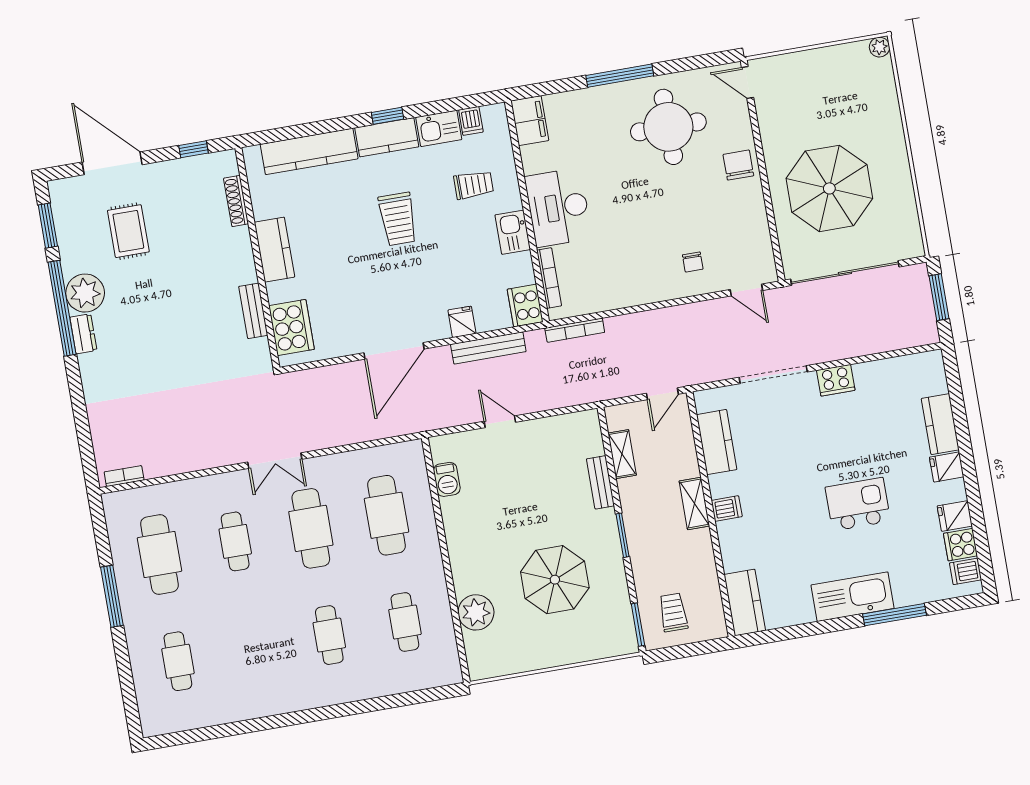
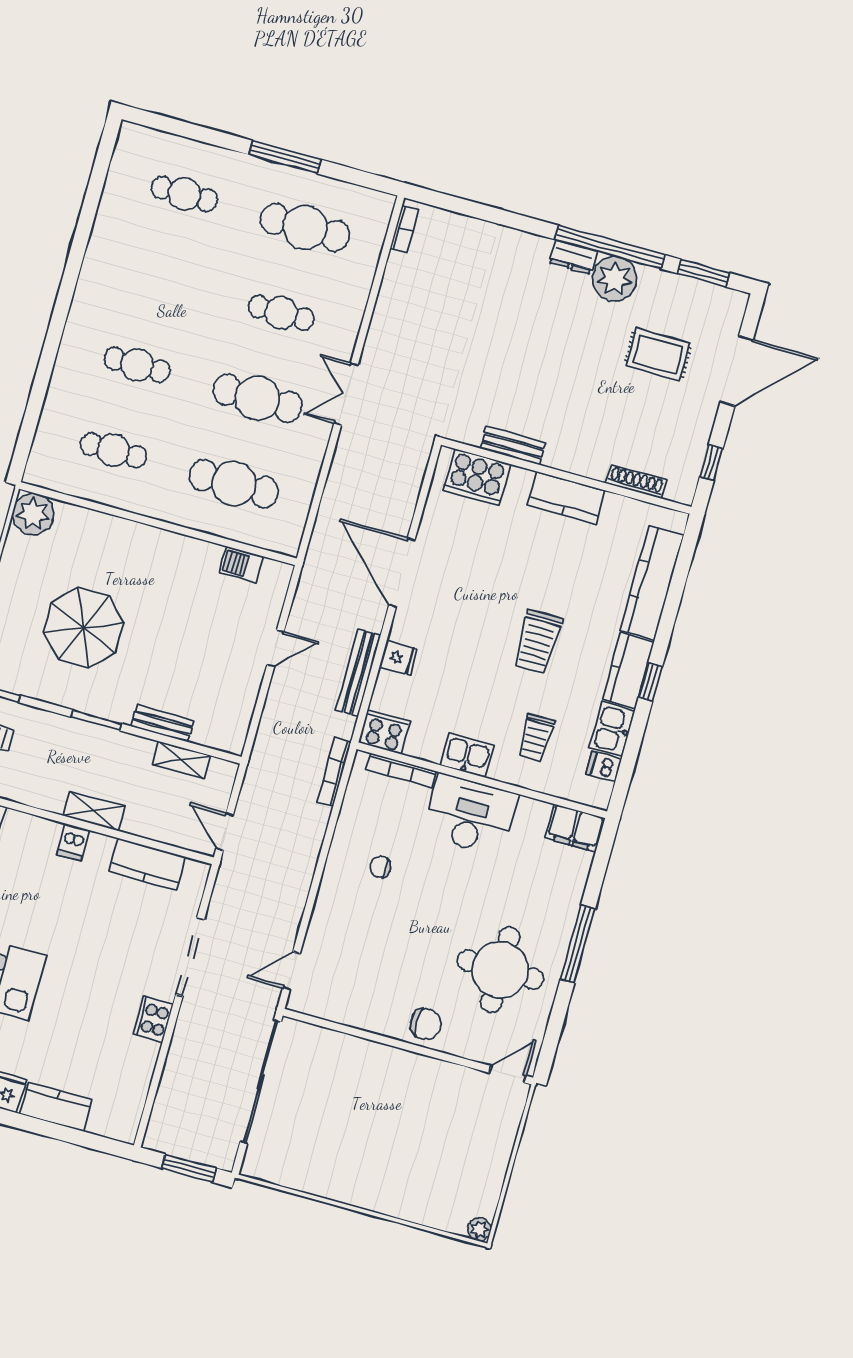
parasol: (829, 188) -> (356, 1107), removed
trolley: (398, 219) -> (538, 642), turned -90
chair: (693, 262) -> (380, 867), moved
plant: (476, 612) -> (33, 514), moved

